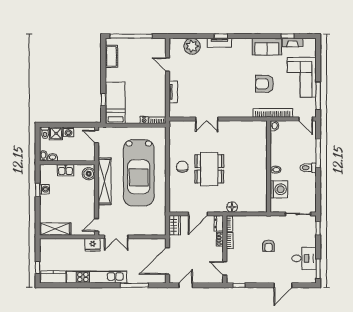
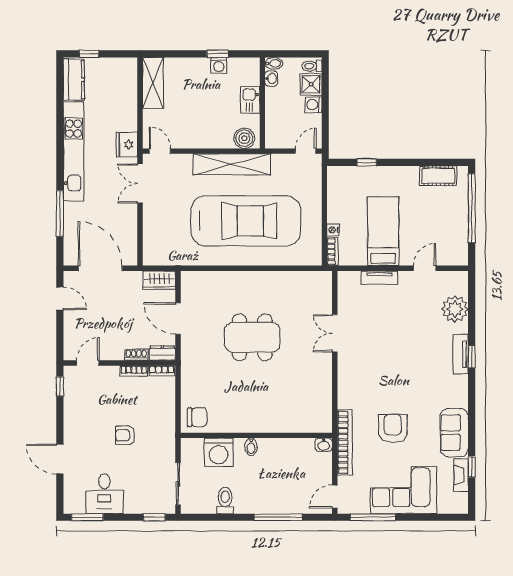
bed: (116, 103) -> (383, 231), moved, turned -90
chair: (182, 167) -> (197, 417), moved
toilet: (308, 168) -> (225, 500), moved
car: (139, 173) -> (246, 221), turned 180
floor lamp: (232, 207) -> (189, 375), removed

